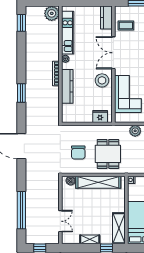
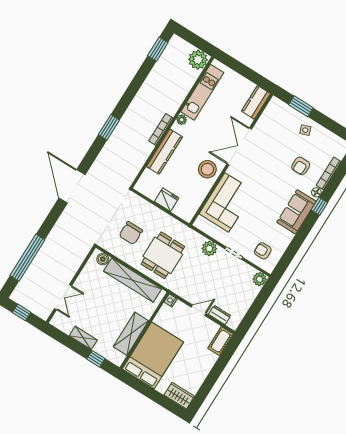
coffee table: (126, 26) -> (272, 125), removed
fridge: (100, 116) -> (167, 200), moved
shelving: (119, 228) -> (131, 334), moved

